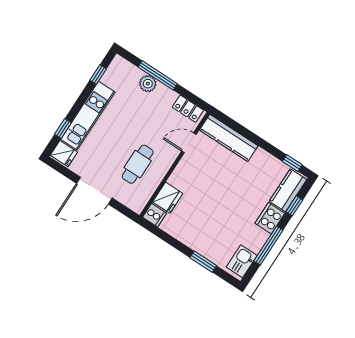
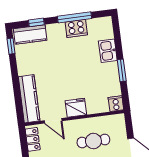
fridge: (168, 198) -> (76, 108), moved
cooker: (270, 218) -> (76, 28), moved
kitchen sink: (242, 261) -> (108, 51), moved, turned 90
window: (203, 262) -> (122, 70), moved

